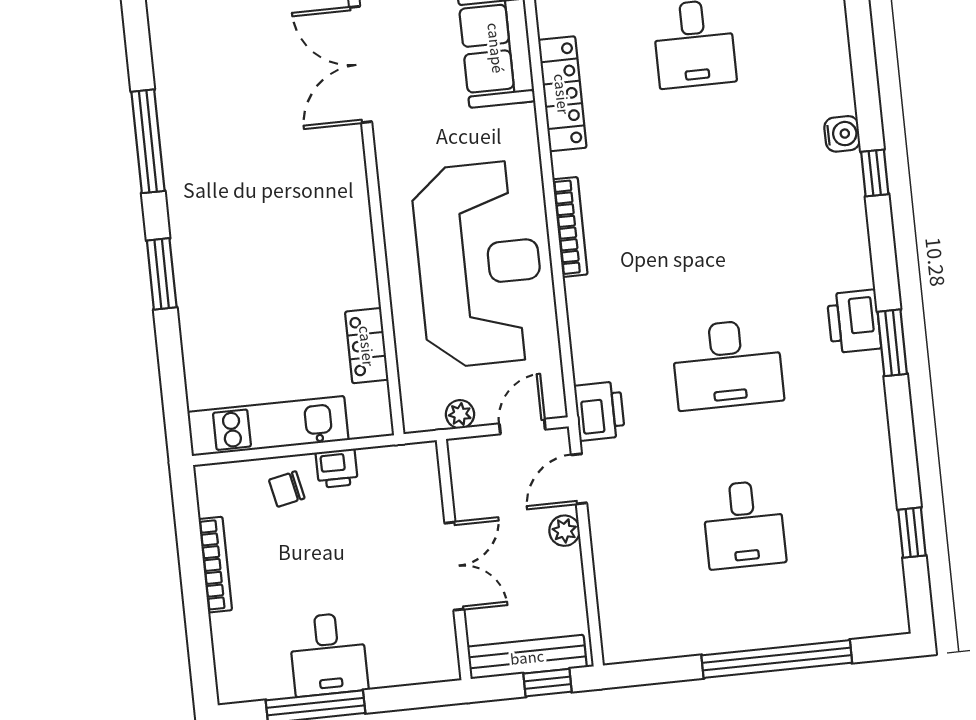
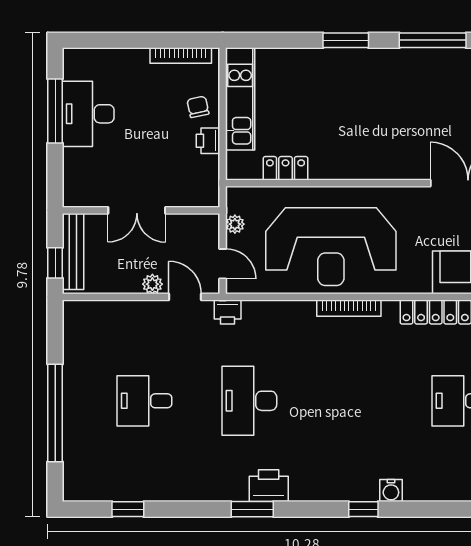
printer: (600, 411) -> (228, 312), width x0.73, depth x0.81
bookcase: (215, 565) -> (181, 55), moved
desk: (328, 654) -> (88, 114), width x1.37

